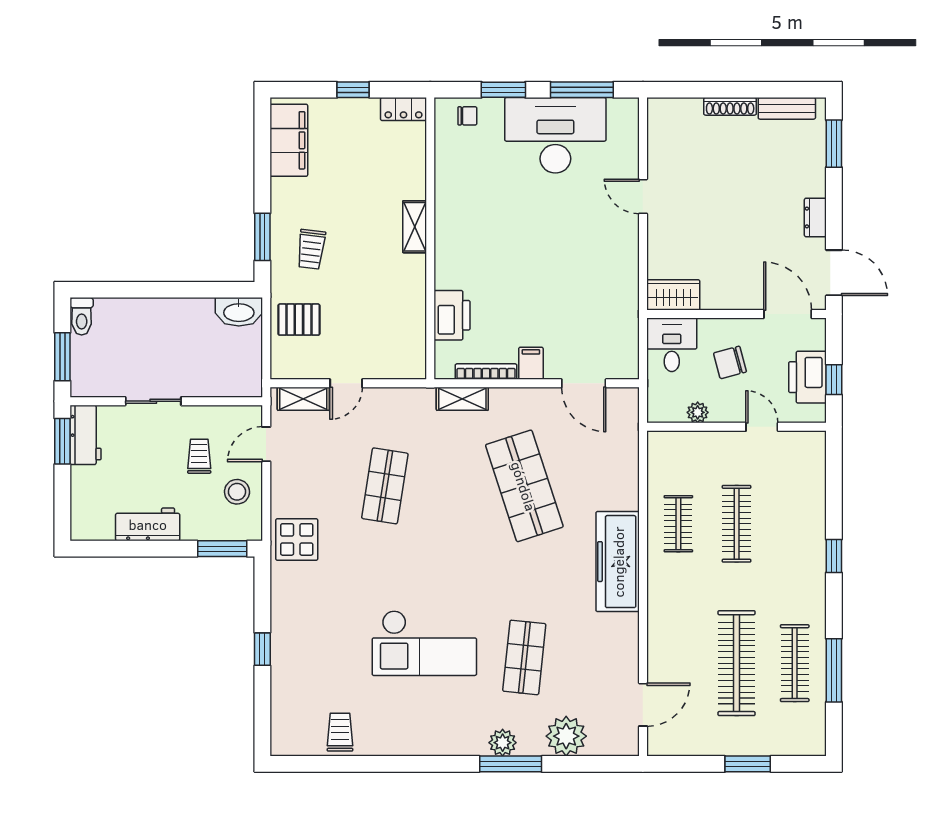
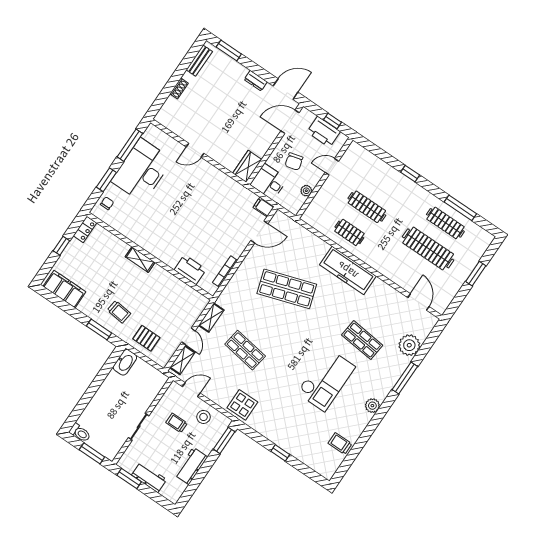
shoe rack: (730, 106) -> (179, 88), width x0.70
pallet: (299, 320) -> (146, 338), turned 90
filing cabinet: (531, 363) -> (264, 207), moved
shelving: (462, 399) -> (211, 318), moved
workbench: (86, 435) -> (149, 477), moved
door: (266, 444) -> (191, 390), swing flipped
plant: (503, 743) -> (372, 406), moved

